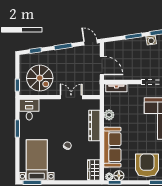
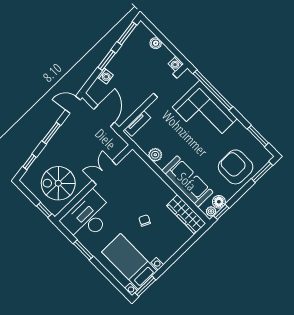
washing machine: (151, 40) -> (105, 76), moved
door: (102, 66) -> (104, 116), hinge flipped
spiral stairs: (40, 78) -> (58, 183), turned 180
desk: (29, 110) -> (88, 217), width x1.87, depth x1.30
dresser: (94, 125) -> (151, 178), removed
wardrobe: (94, 170) -> (186, 214), width x1.50

